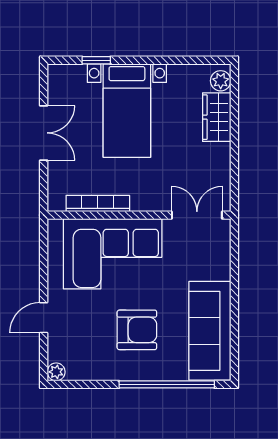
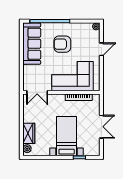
double door: (44, 133) -> (101, 127), swing flipped

